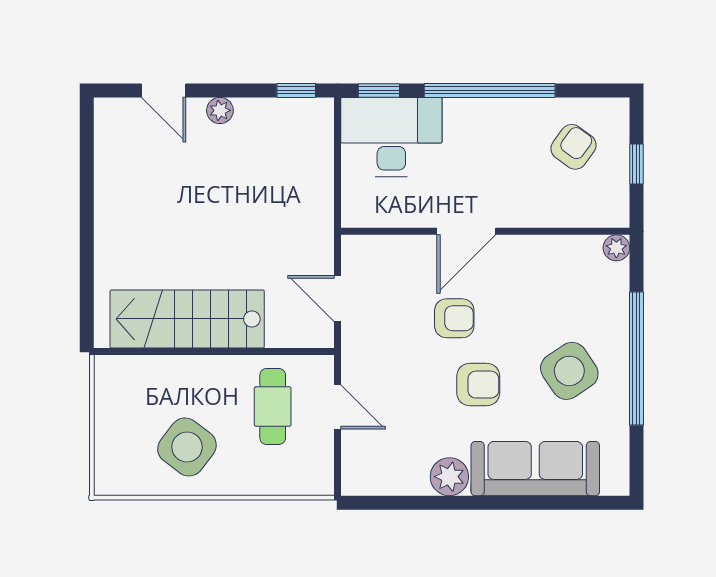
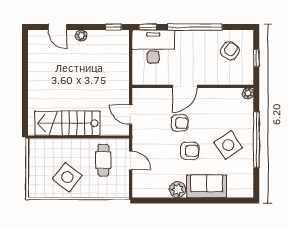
sofa: (535, 469) -> (207, 186), width x0.73

